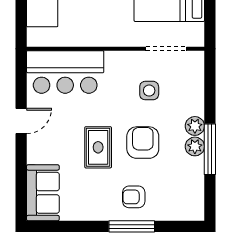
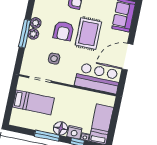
door: (21, 121) -> (127, 57), width x1.87
rug: (98, 147) -> (88, 33), width x1.36, depth x1.43
window: (210, 149) -> (25, 34), moved

